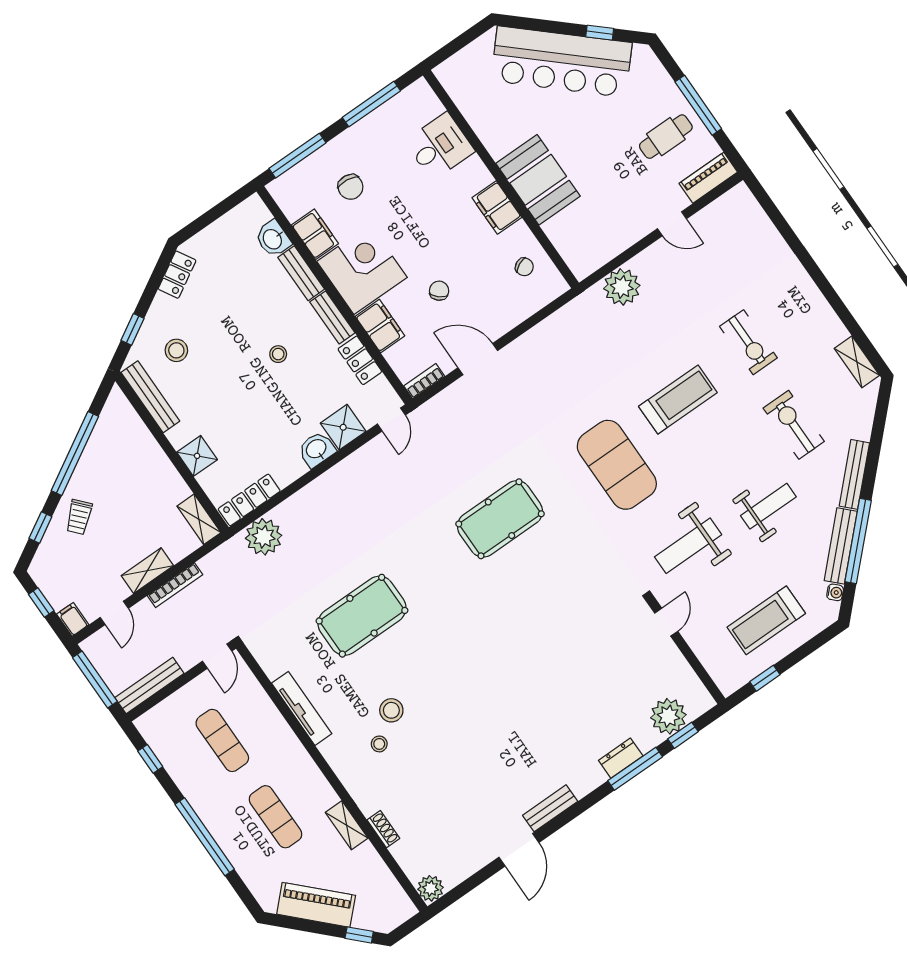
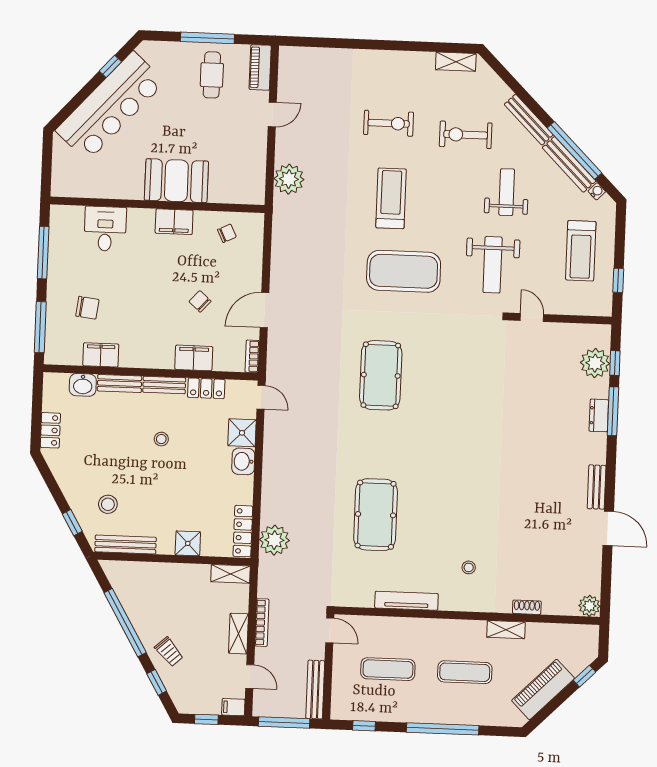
corner desk: (362, 269) -> (147, 341), removed
locker: (177, 275) -> (50, 430), moved, turned 30
stool: (391, 710) -> (453, 543), removed

